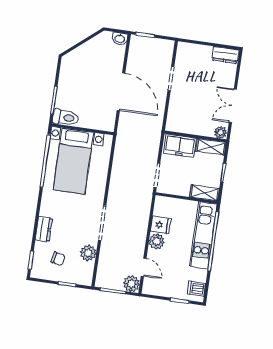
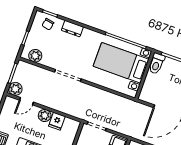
plant: (88, 253) -> (35, 56), moved
chair: (58, 259) -> (48, 24), moved

